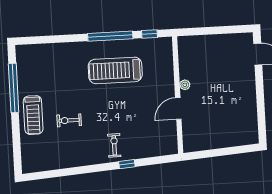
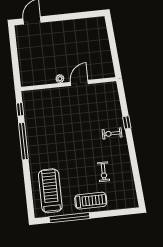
treadmill: (115, 70) -> (50, 191), moved, turned 180
door: (178, 108) -> (79, 83), swing flipped
exercise bike: (69, 120) -> (104, 172), moved

